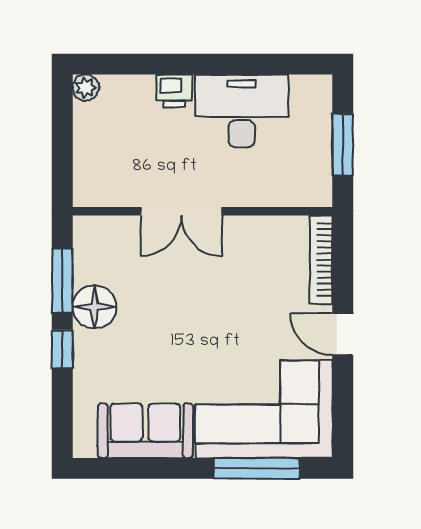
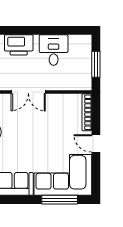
printer: (174, 91) -> (19, 45), width x1.87, depth x1.48
desk: (242, 111) -> (54, 50), width x0.73

